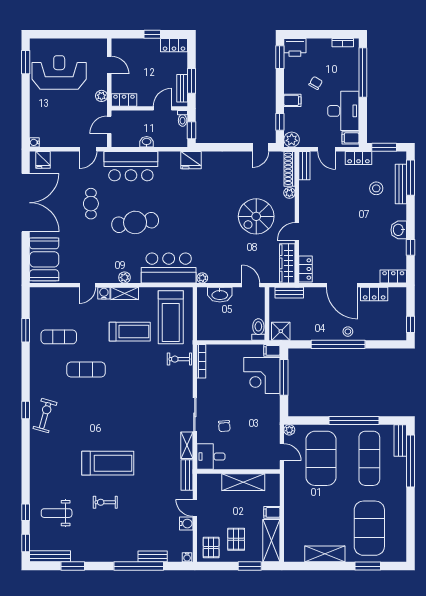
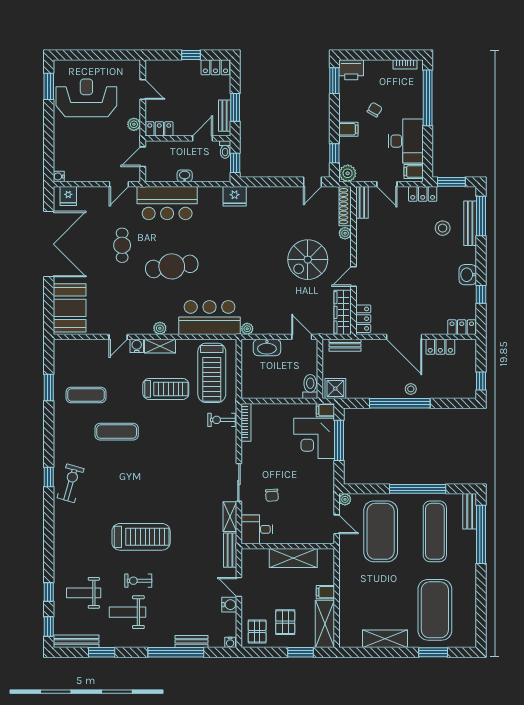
weight bench: (96, 530) -> (128, 612), added

